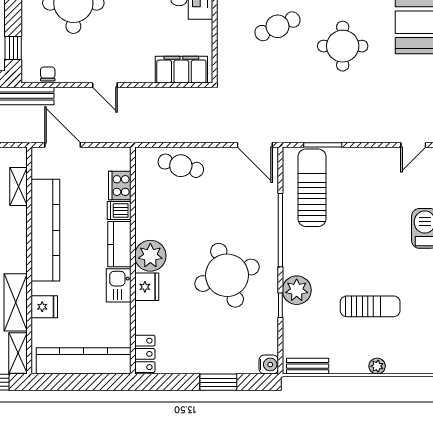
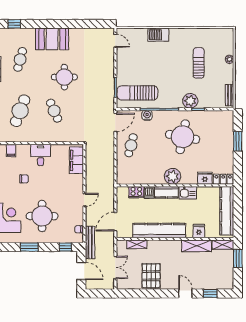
cafe table: (181, 166) -> (131, 145), moved
round table: (227, 275) -> (183, 137), turned 30
fridge: (147, 287) -> (205, 178), moved
water cooler: (269, 365) -> (147, 115), moved

